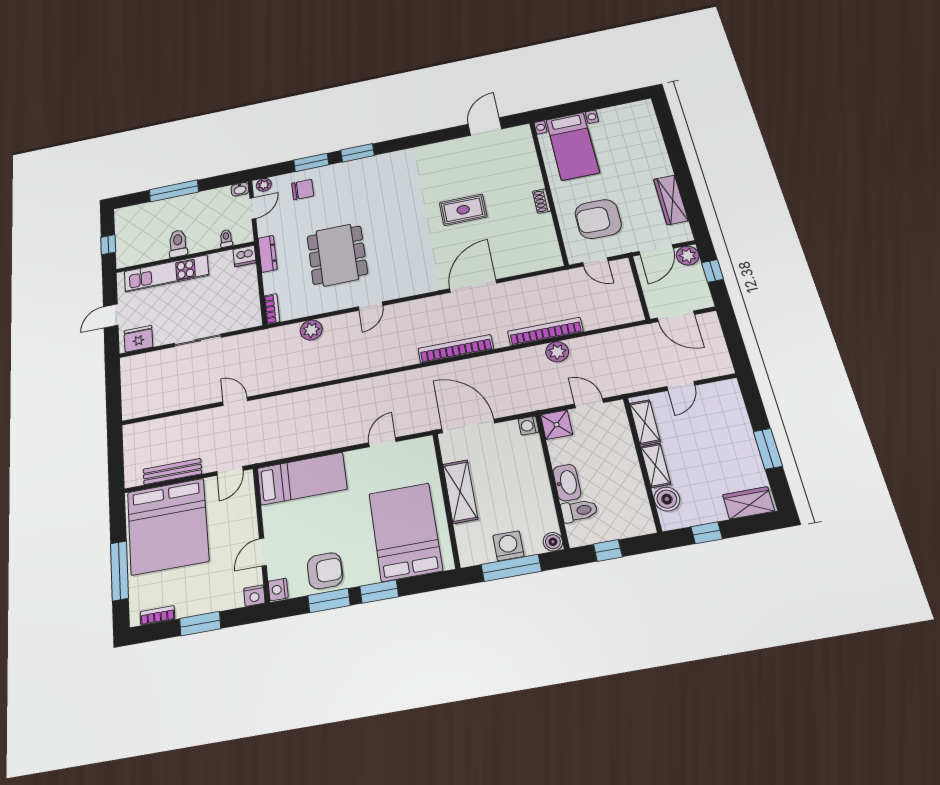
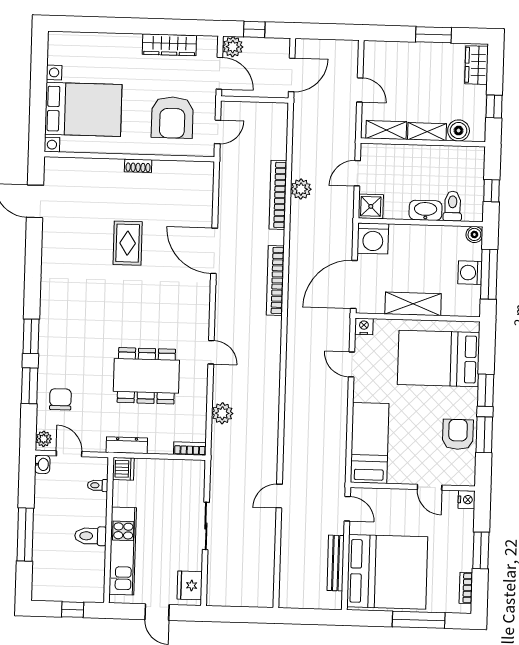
bed with nightstands: (572, 146) -> (83, 109), width x1.36
washing machine: (528, 426) -> (373, 239), width x1.89, depth x1.89
nightstand: (278, 590) -> (364, 326), moved, turned 180

